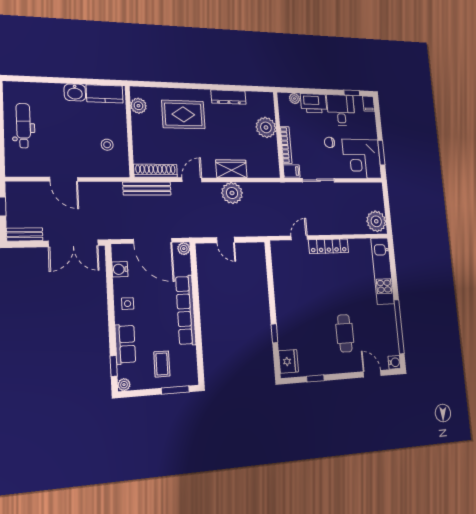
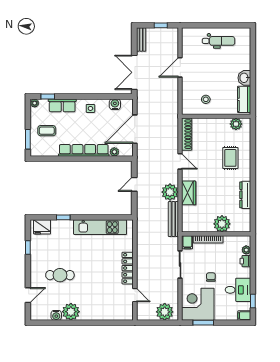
printer: (314, 103) -> (245, 261), width x0.53, depth x0.68
rug: (183, 114) -> (230, 158), width x0.73, depth x0.70
bench: (147, 188) -> (173, 219), moved
plant: (376, 221) -> (165, 312), moved
door: (299, 238) -> (135, 295), moved
plant: (184, 249) -> (114, 152), moved
kitchen unit: (383, 271) -> (100, 227), moved, turned 180
plant: (386, 317) -> (71, 312), added
window: (399, 327) -> (62, 323), removed
water cooler: (394, 362) -> (56, 315), moved

